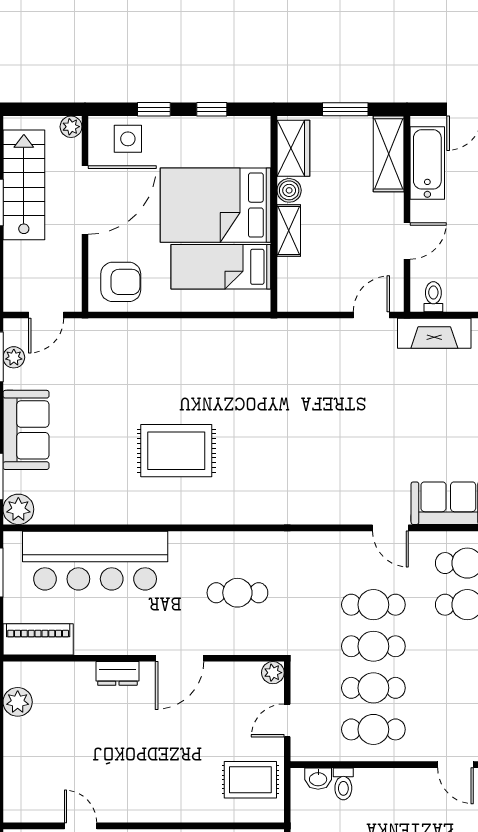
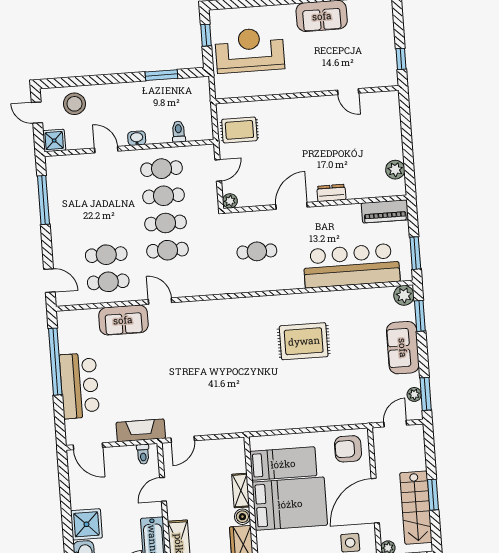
washbasin: (318, 779) -> (137, 138), moved

